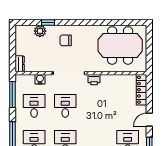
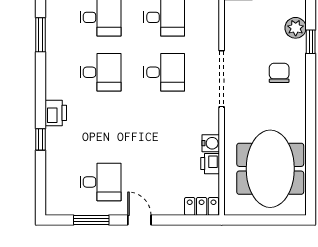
water cooler: (40, 79) -> (211, 143), moved
printer: (94, 80) -> (210, 164), moved
locker: (142, 90) -> (202, 206), width x0.66

